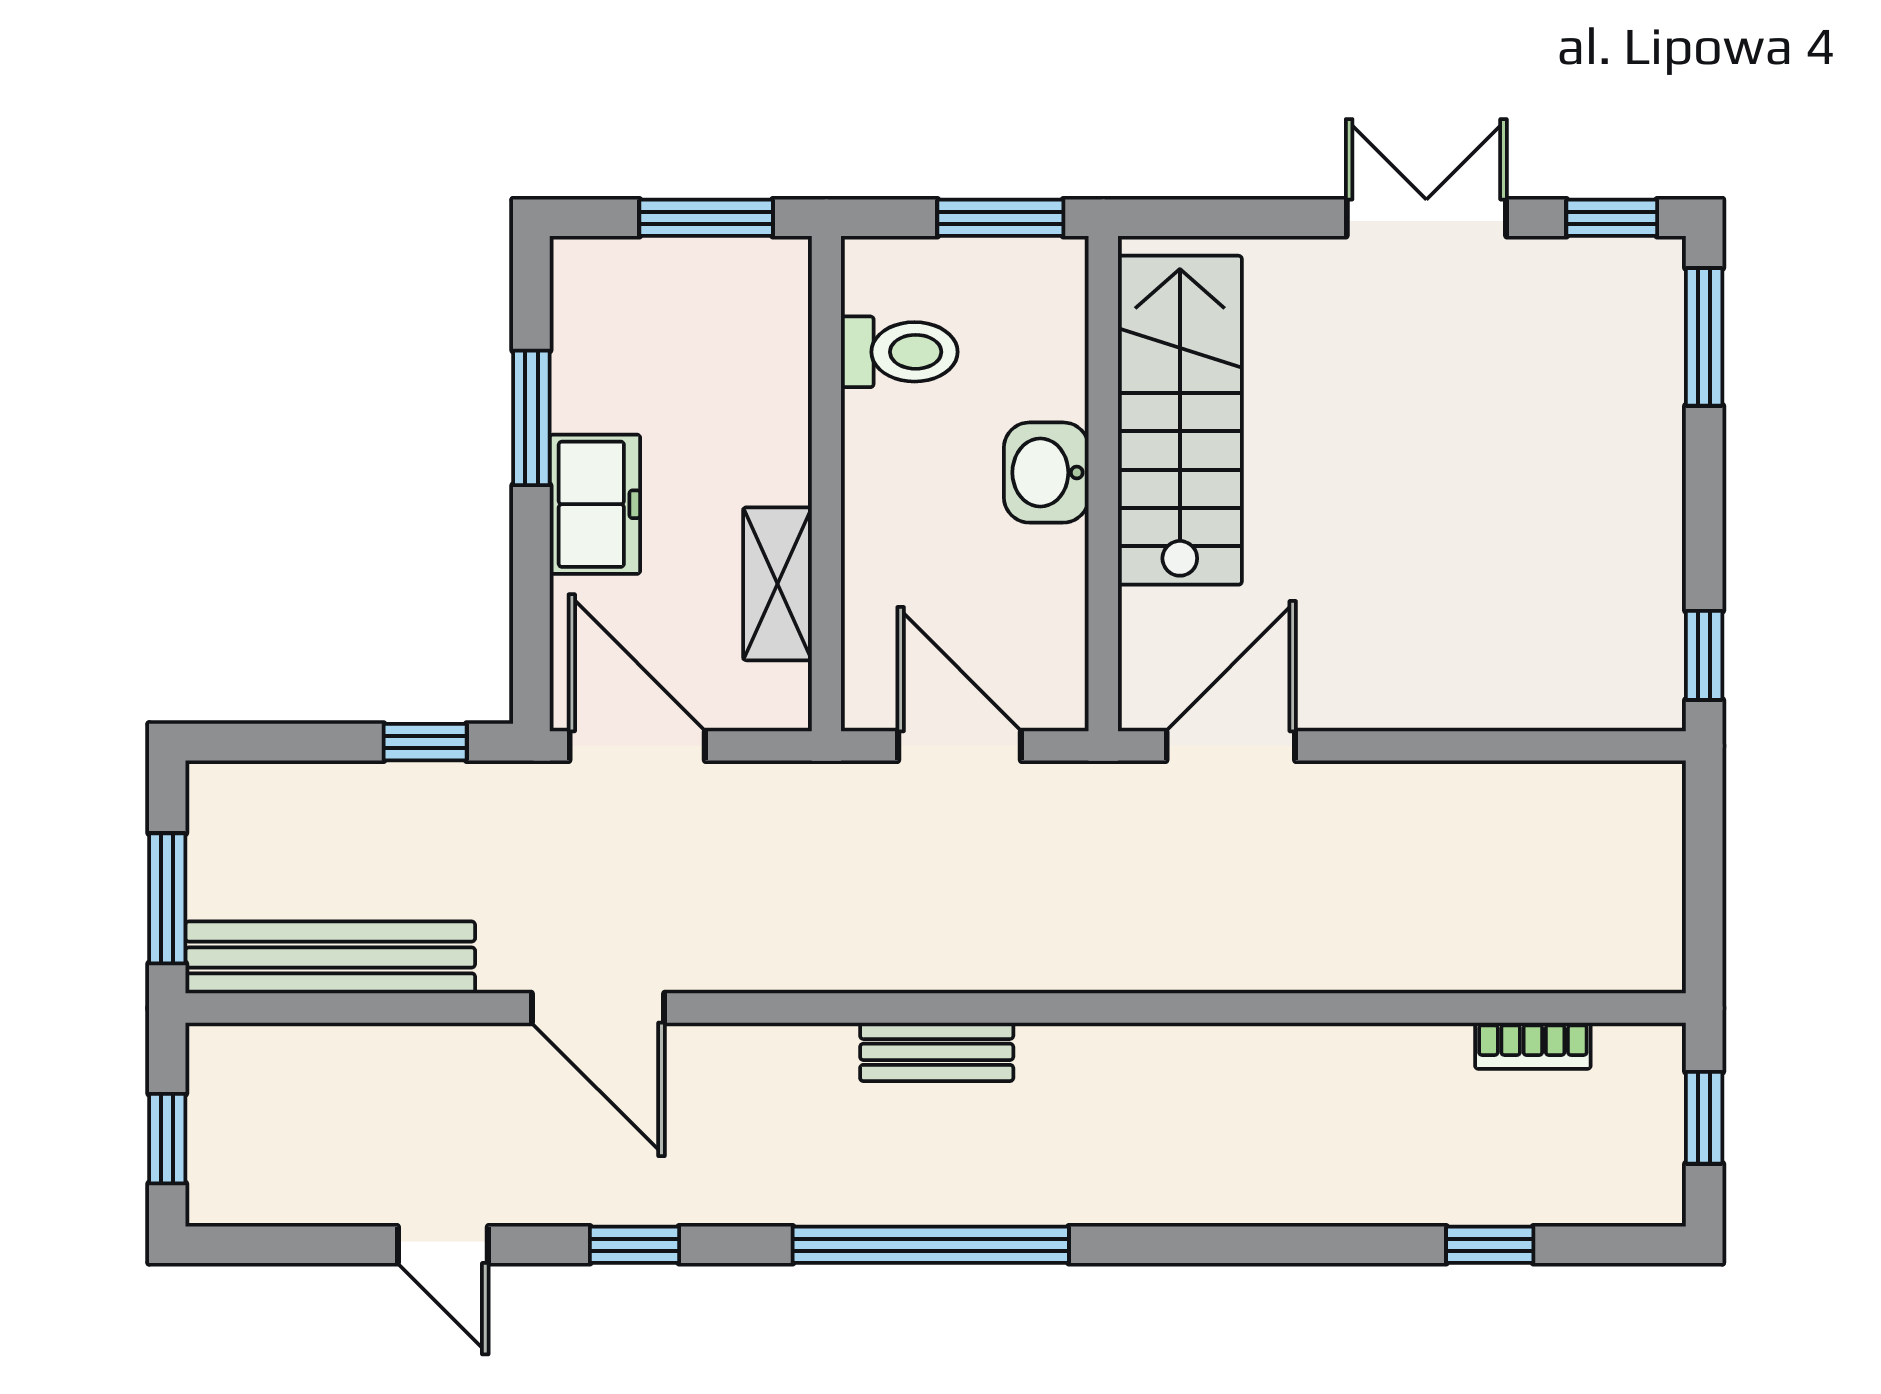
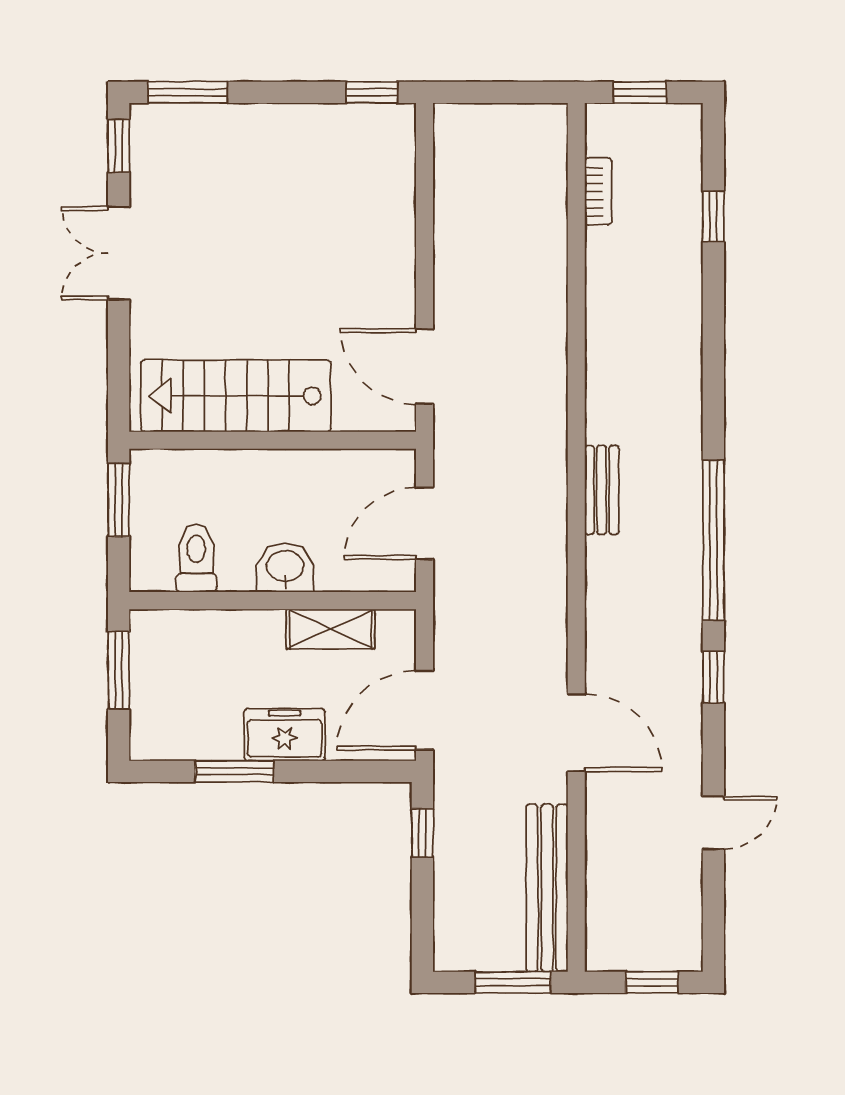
washbasin: (1046, 473) -> (285, 568), moved, turned 180
door: (598, 1008) -> (576, 733), hinge flipped
bench: (937, 1052) -> (602, 490), moved
window: (635, 1245) -> (713, 677), moved

